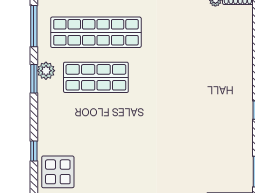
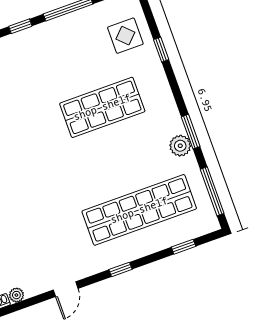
shop shelf: (96, 77) -> (102, 107), moved
display table: (58, 172) -> (125, 36), width x0.73, depth x0.73

